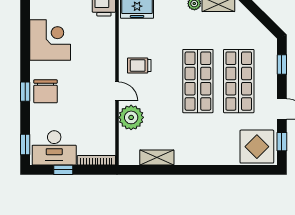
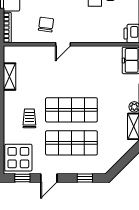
trolley: (139, 66) -> (29, 118), moved
chair: (93, 112) -> (46, 25), added
plant: (131, 117) -> (42, 56), removed

